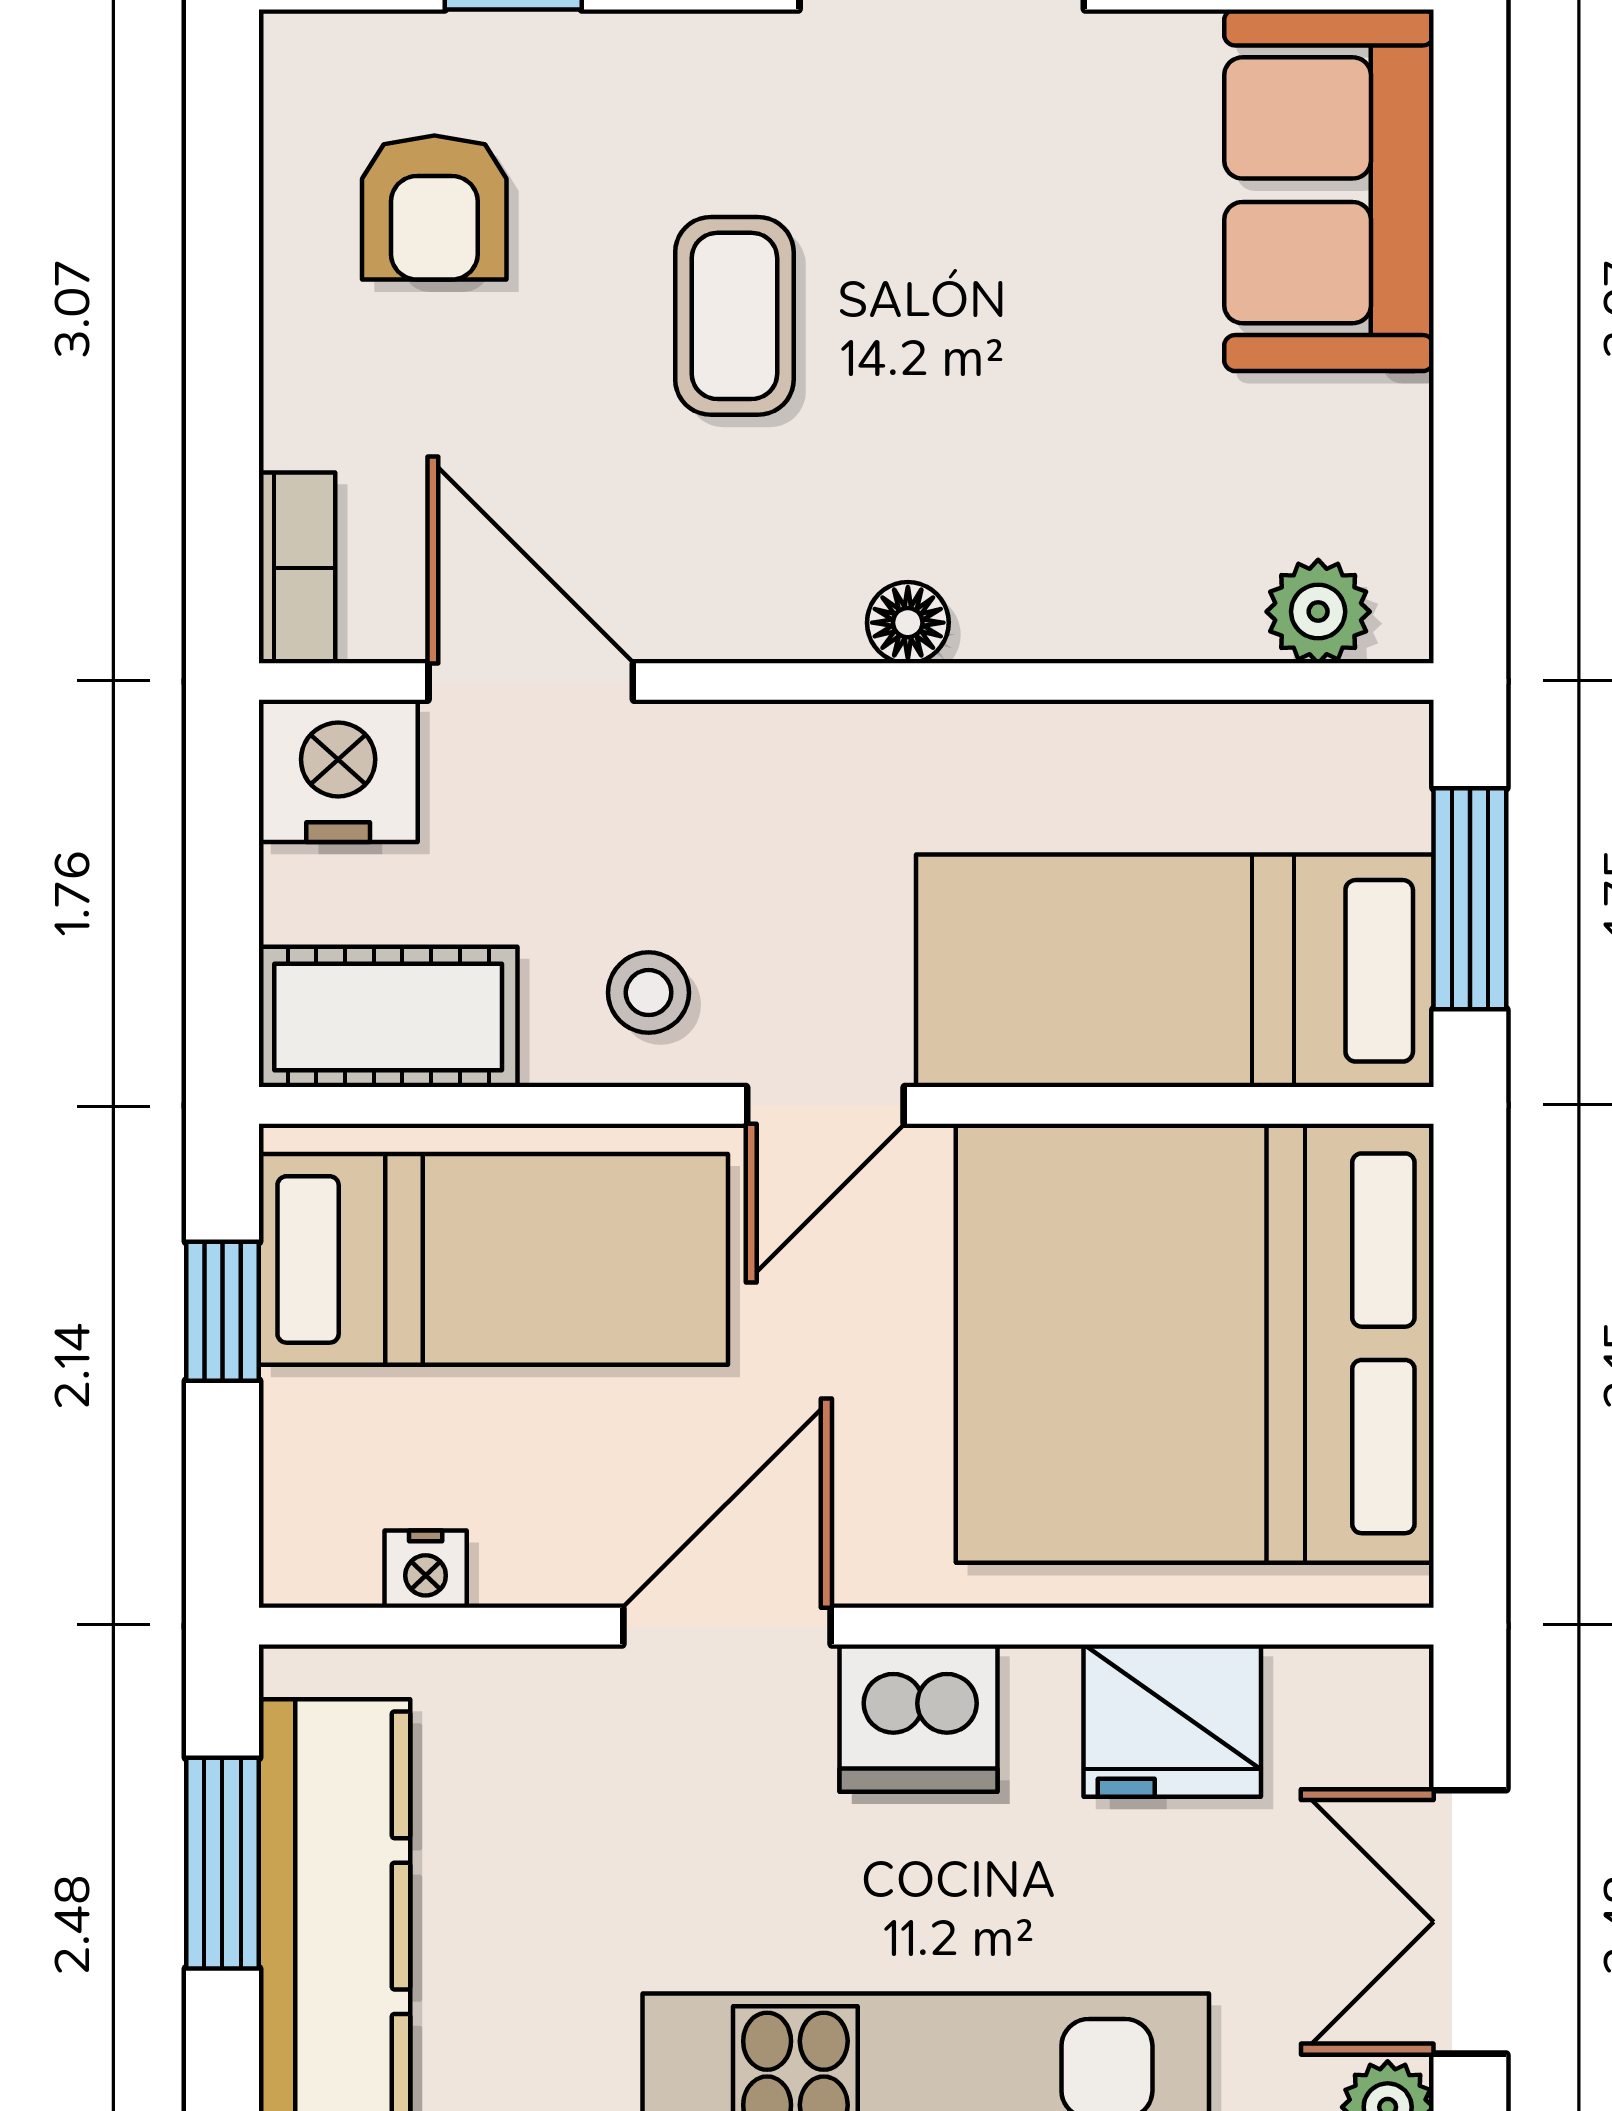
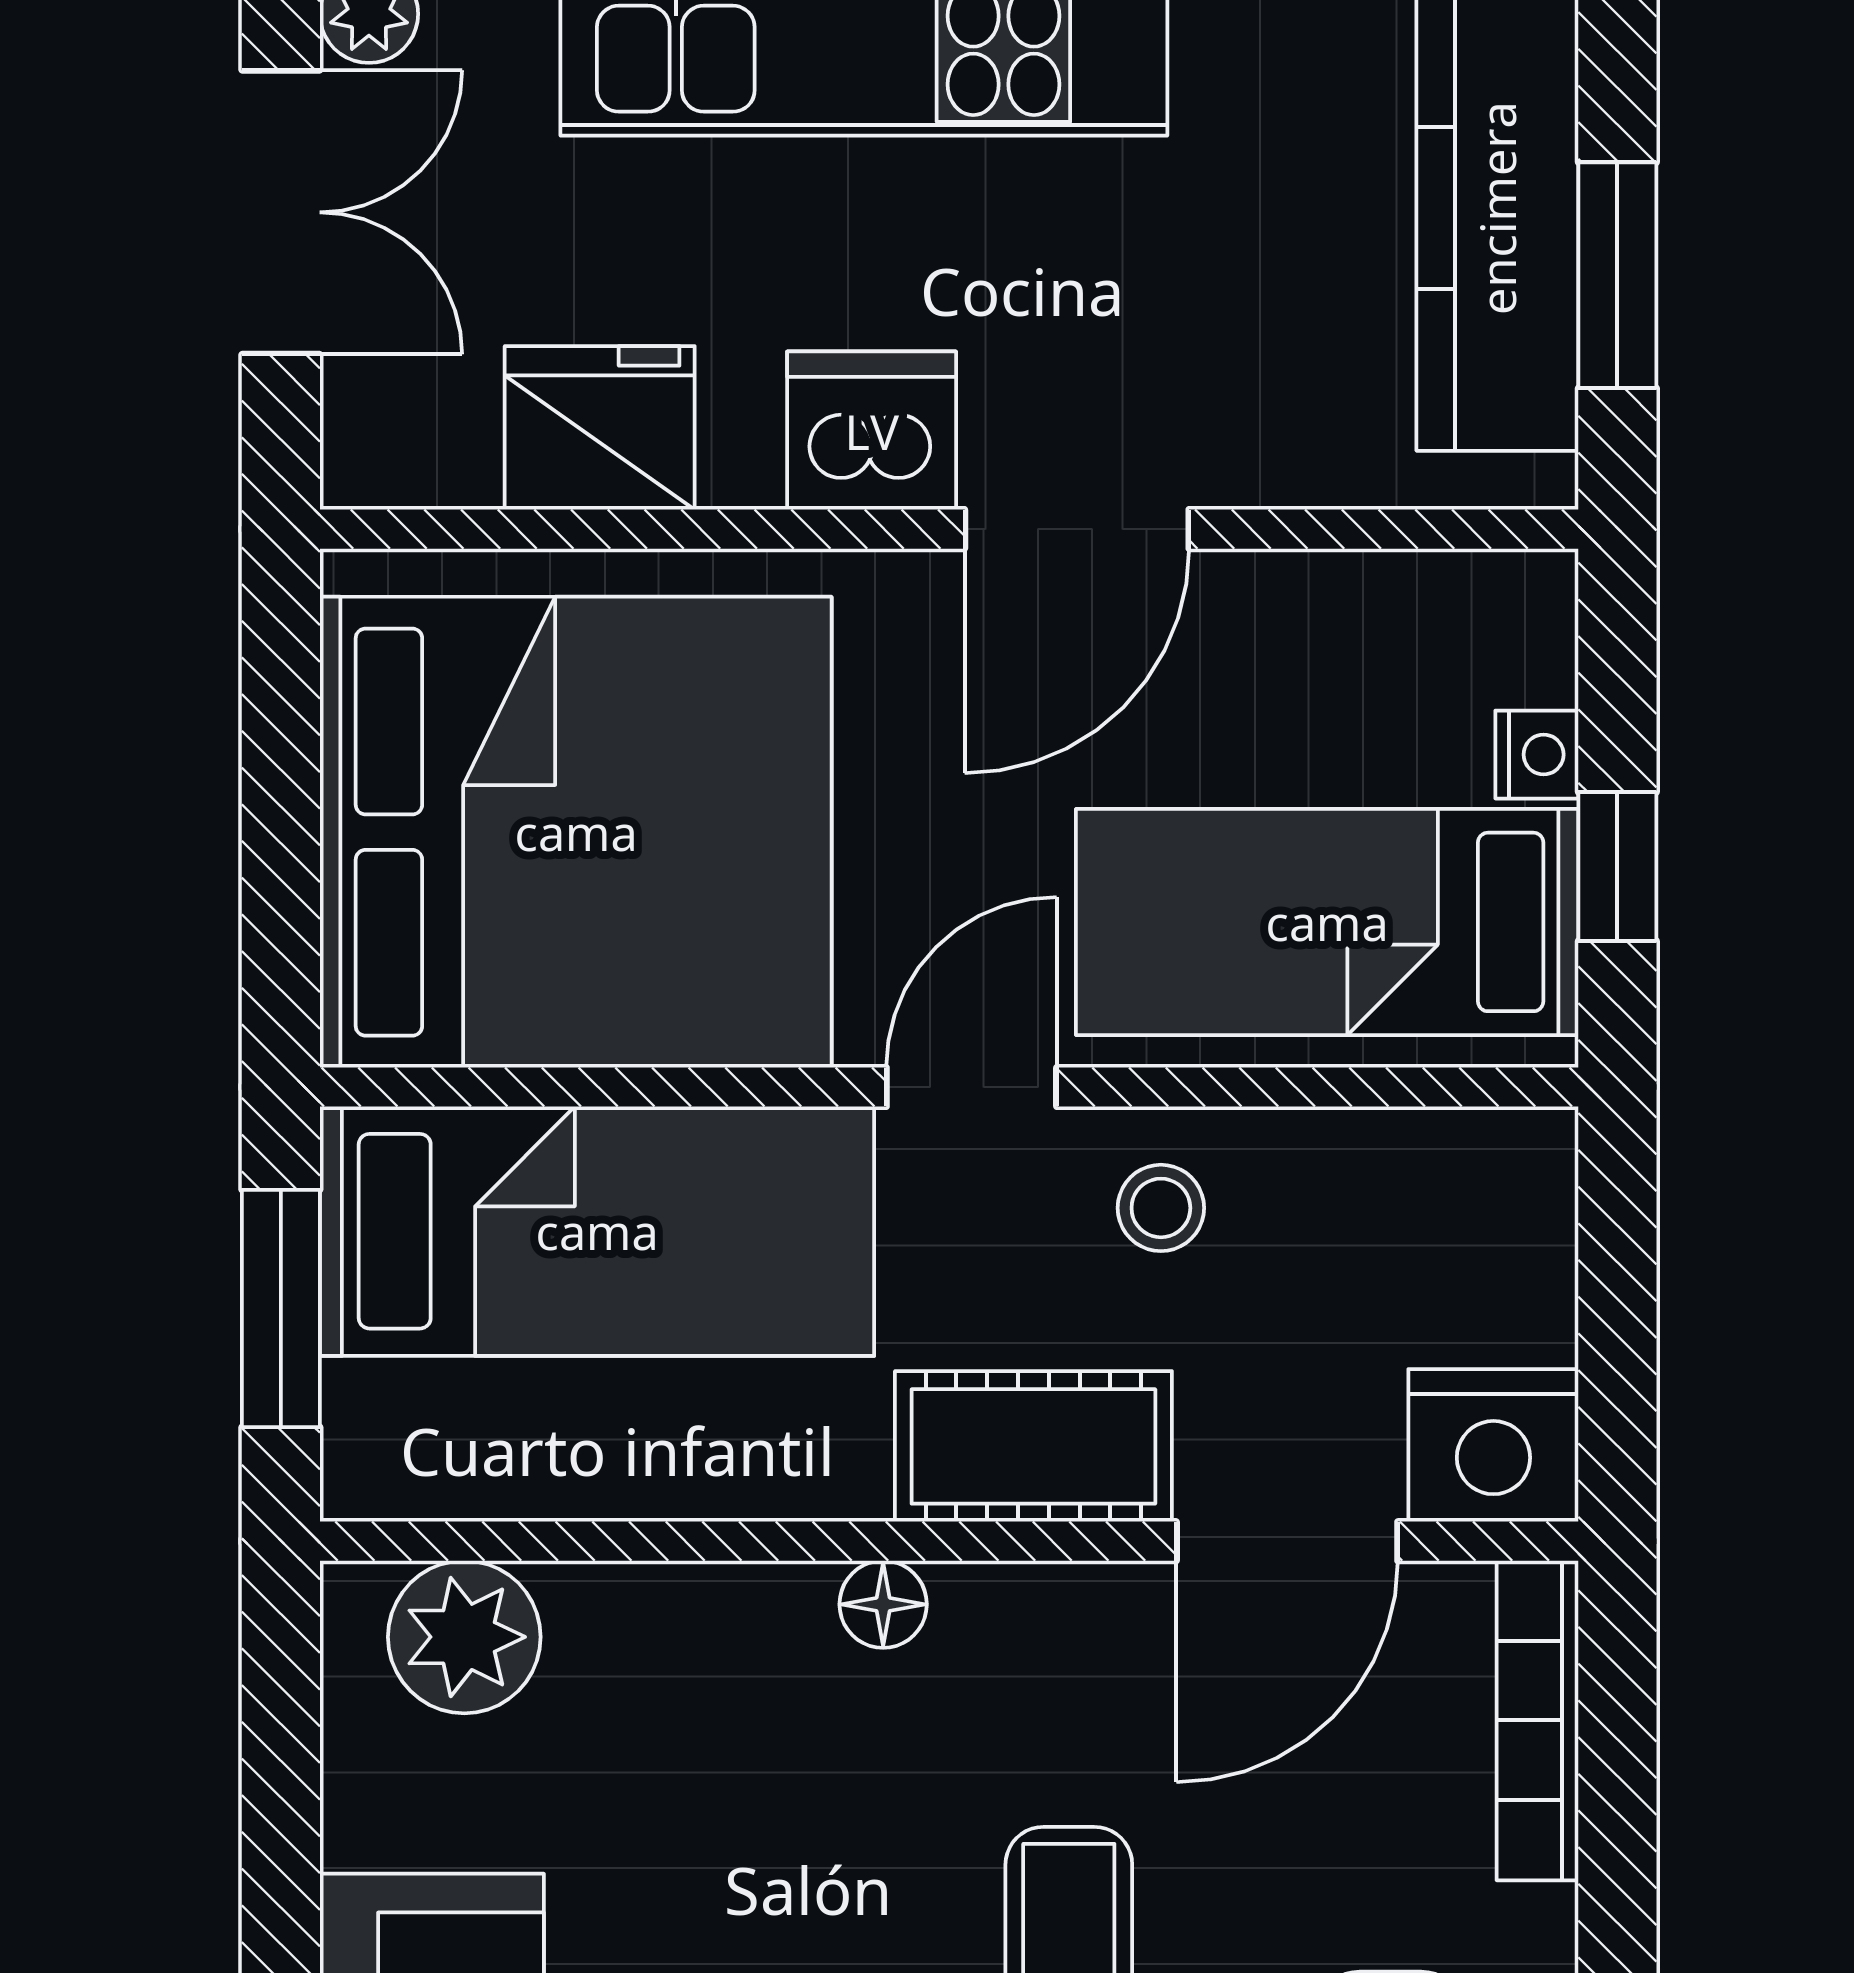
bookcase: (297, 568) -> (1538, 1720), width x1.56
plant: (1318, 612) -> (464, 1637), width x1.38, depth x1.38
door: (531, 682) -> (1287, 1541), hinge flipped
cot: (388, 1017) -> (1033, 1446), moved
nightstand: (426, 1569) -> (1537, 755), moved, turned 90

